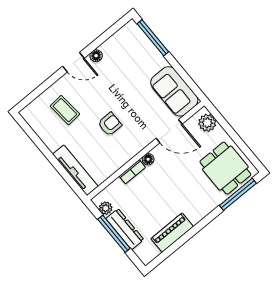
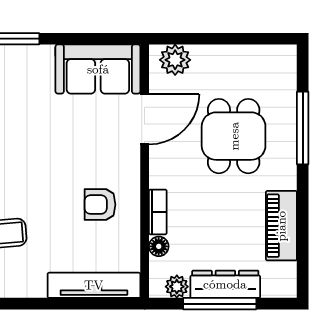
armchair: (110, 124) -> (100, 205), moved, turned -90
floor lamp: (148, 159) -> (159, 246), moved
dining table: (225, 168) -> (234, 136), moved, turned 90
window: (238, 194) -> (303, 128), moved

